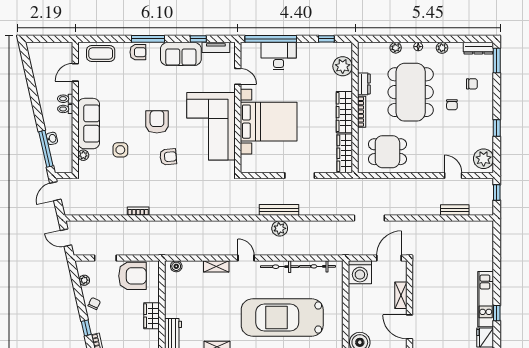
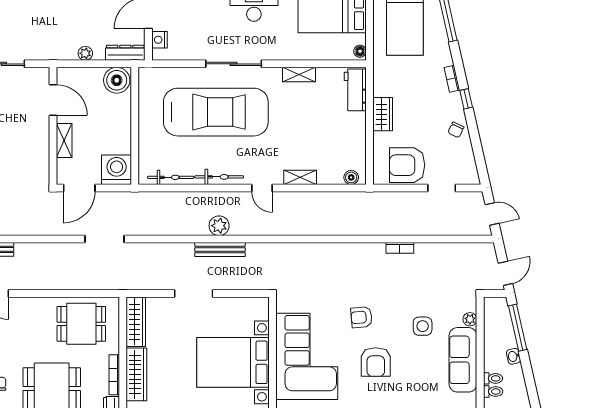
washbasin: (52, 138) -> (513, 356), moved
plant: (84, 280) -> (469, 160), removed

